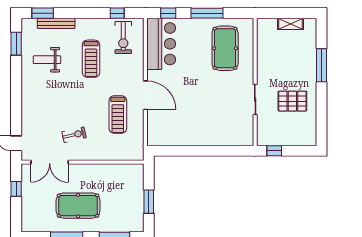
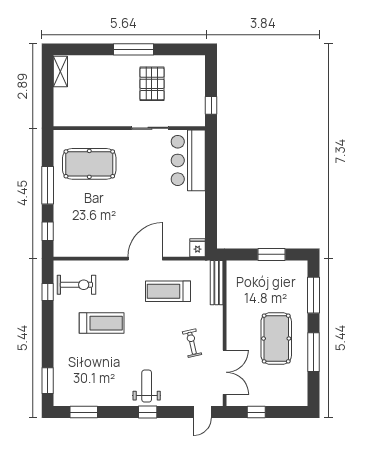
bench: (56, 23) -> (217, 283), moved
shelving: (291, 24) -> (60, 72), moved
bar counter: (161, 44) -> (188, 160), moved, turned -90
weight bench: (47, 60) -> (147, 386), moved, turned 180
window: (321, 65) -> (134, 49), moved
window: (16, 97) -> (148, 412), added
treadmill: (118, 114) -> (168, 291), turned 180
fridge: (155, 139) -> (198, 248), added

